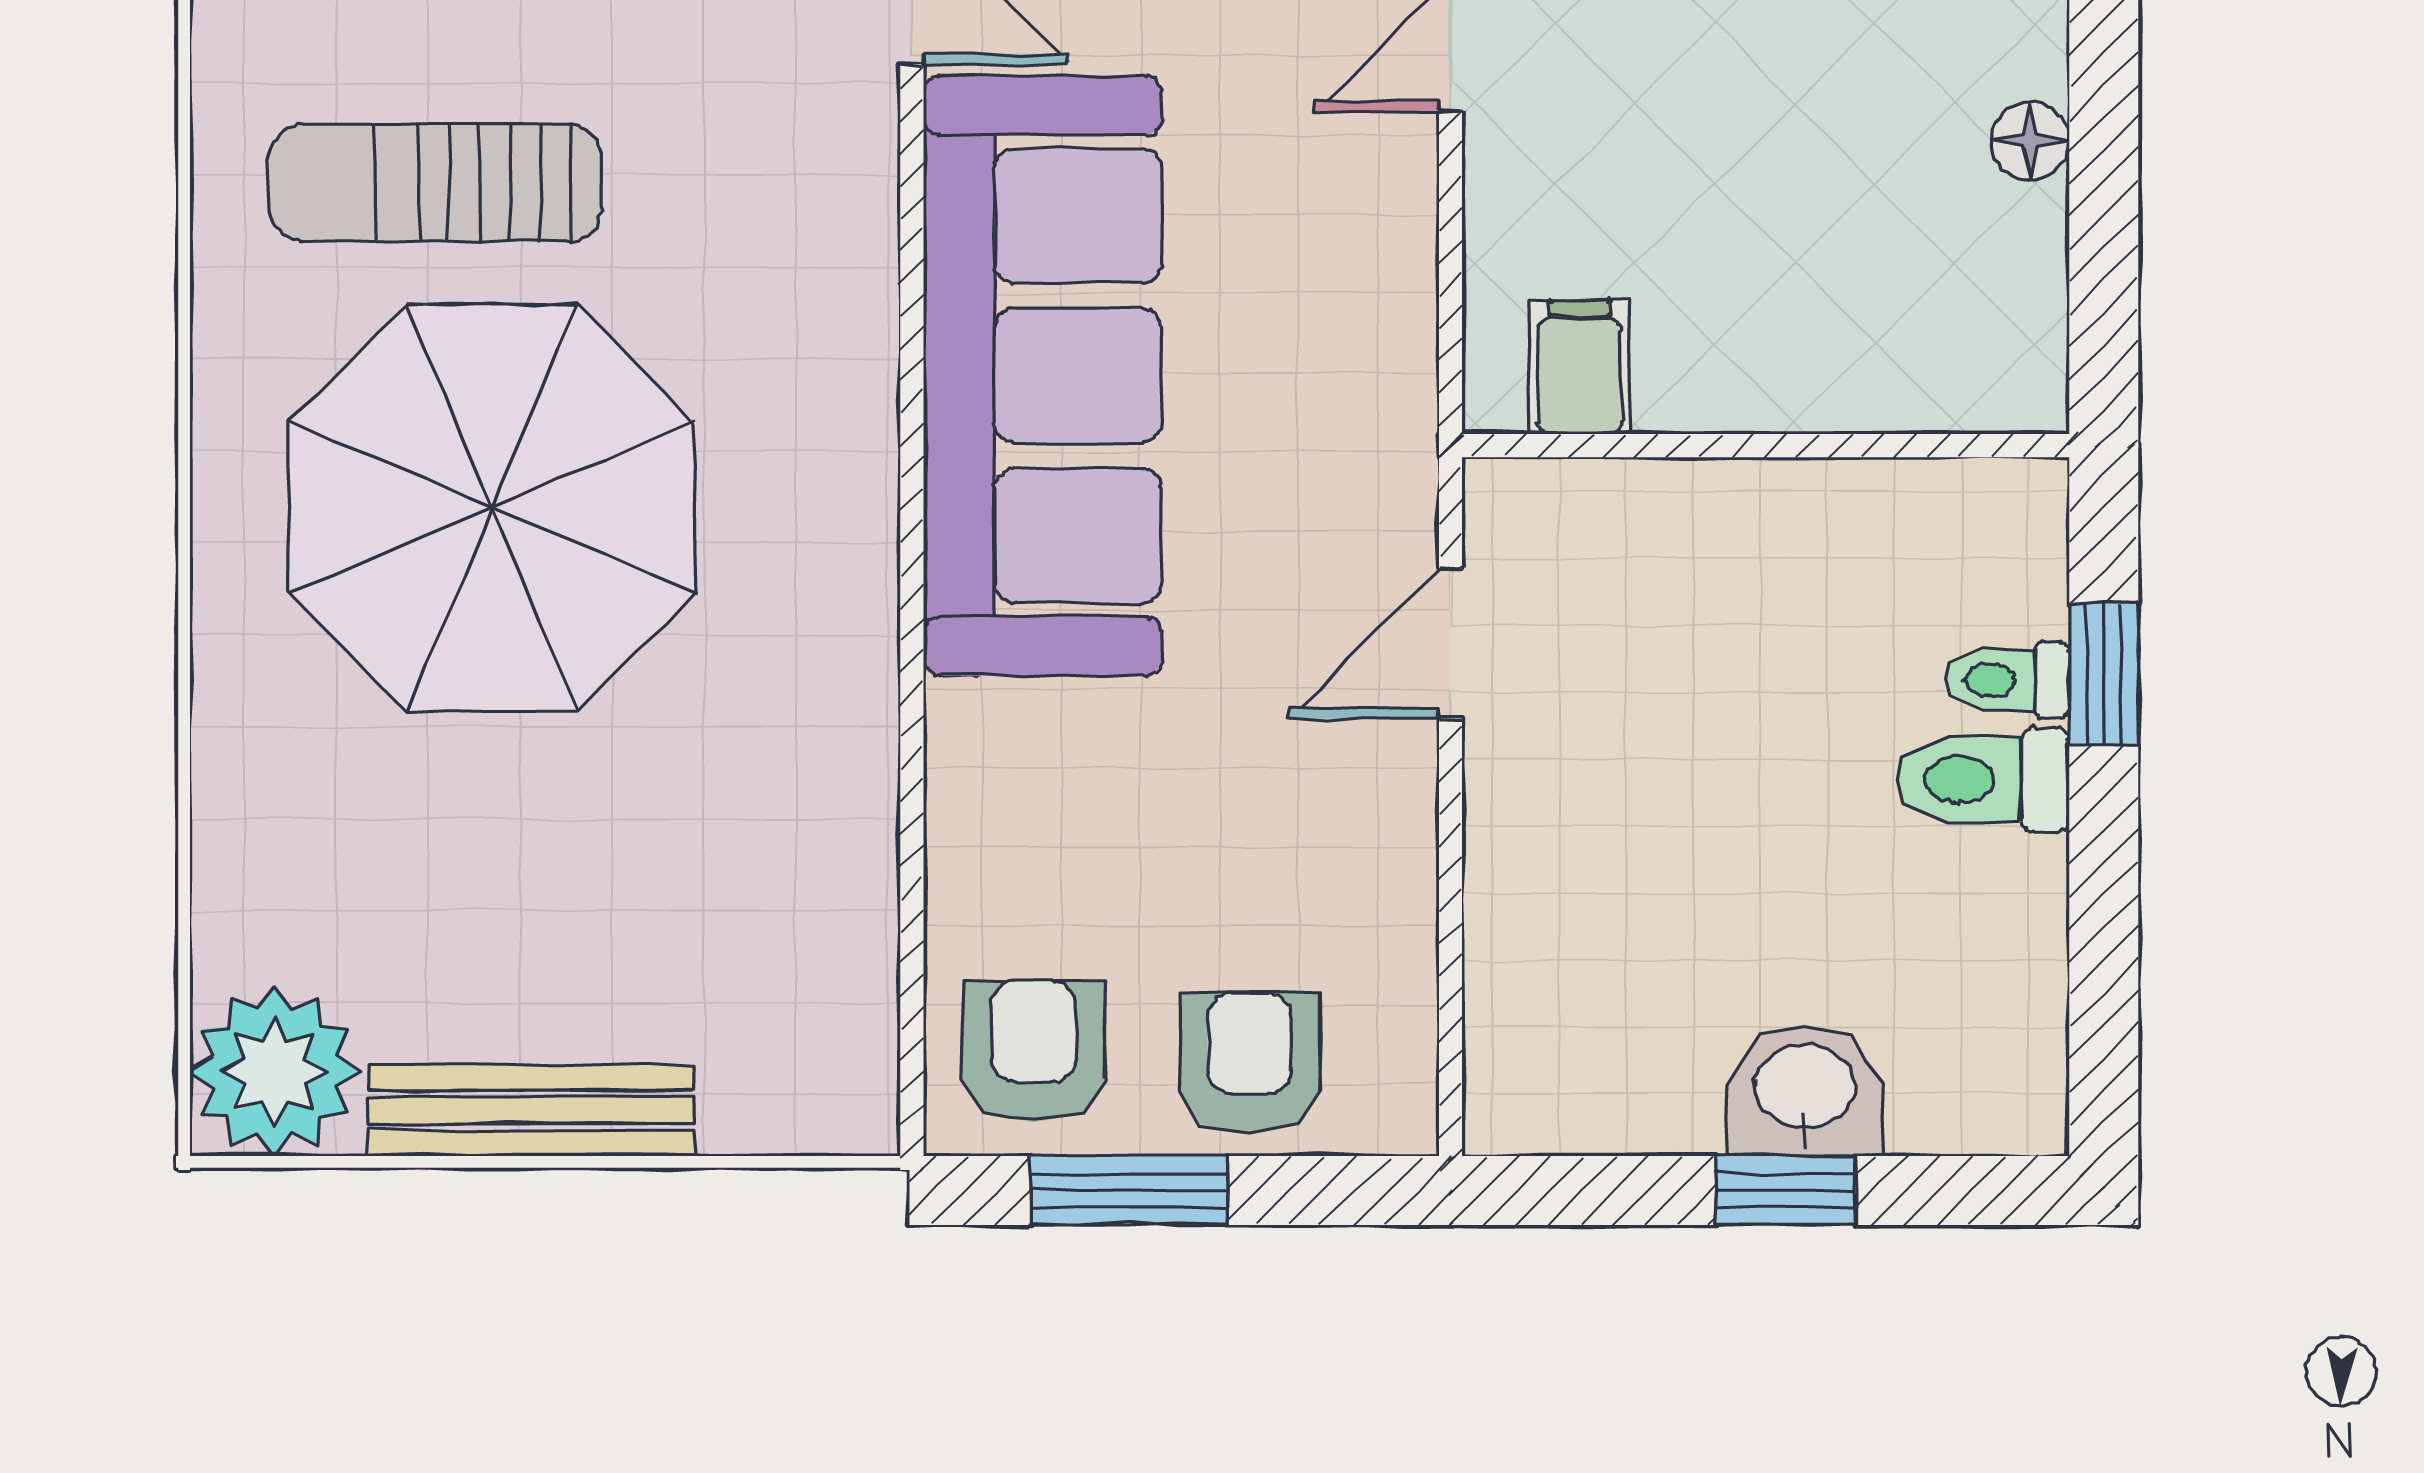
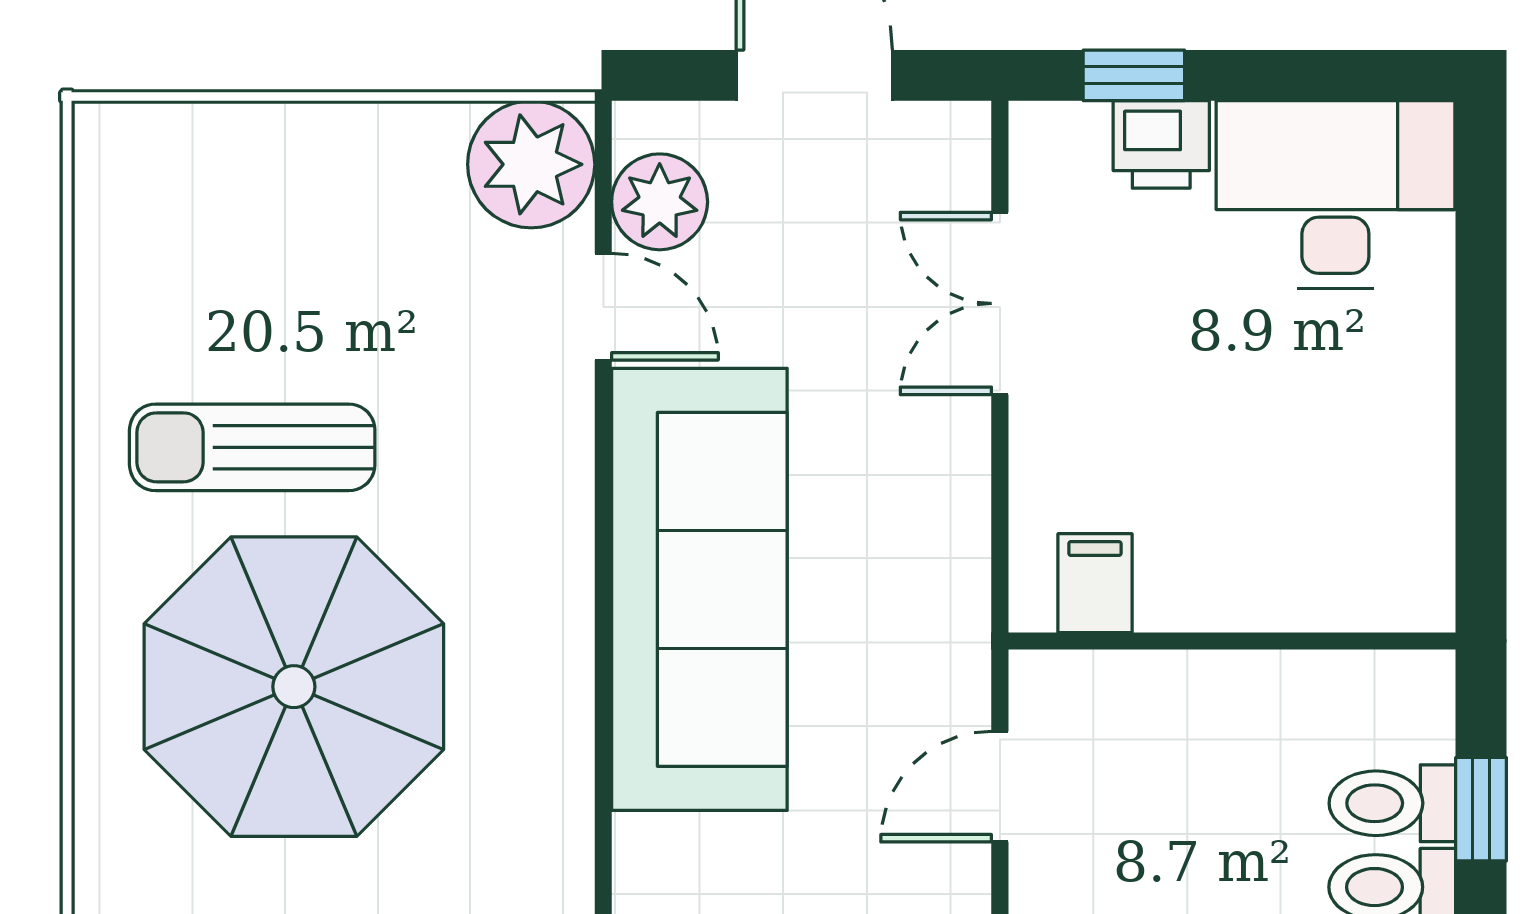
floor lamp: (2030, 141) -> (1427, 417), removed
toilet: (2007, 680) -> (1392, 803), width x1.37, depth x1.39

